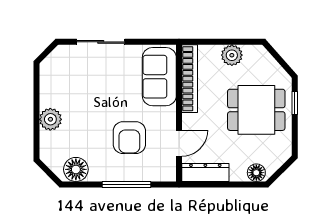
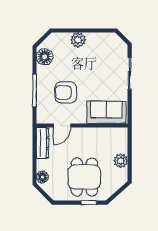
bookcase: (190, 79) -> (105, 133), removed
door: (179, 143) -> (62, 126), hinge flipped

